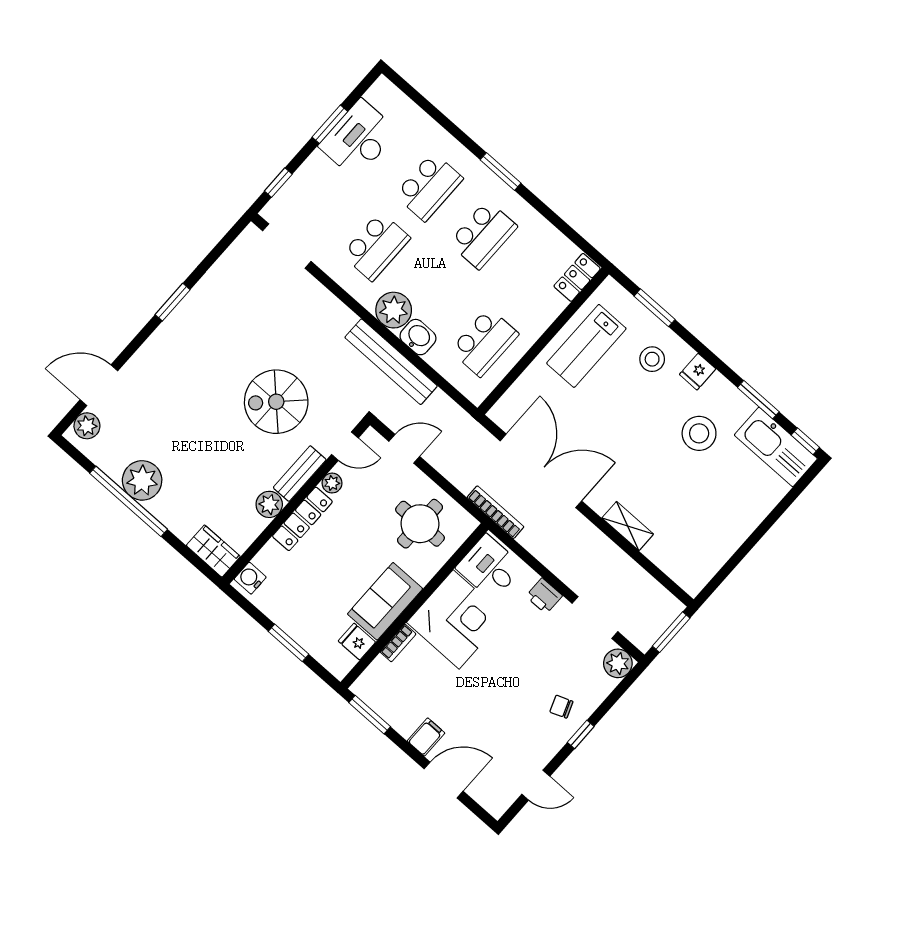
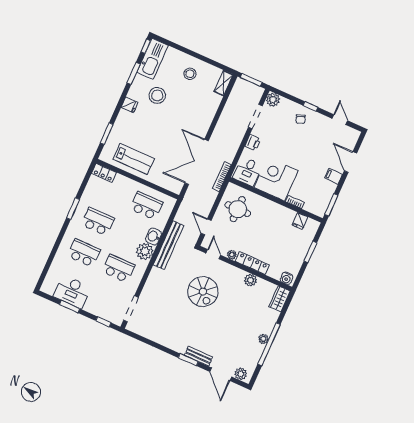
window: (501, 172) -> (73, 209), moved
window: (172, 302) -> (188, 360), moved
stool: (652, 359) -> (190, 74), moved
bench: (300, 474) -> (199, 356), moved
plant: (142, 480) -> (263, 339), width x0.53, depth x0.53
shelving: (628, 526) -> (224, 83), moved
sofa: (385, 601) -> (278, 214), removed

